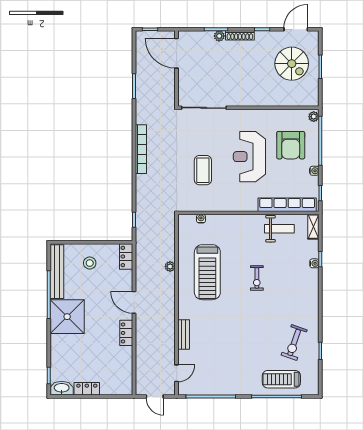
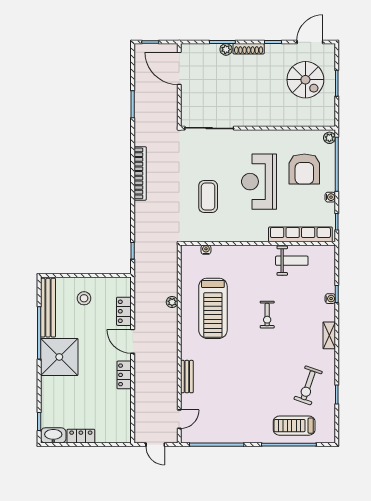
shelving: (313, 227) -> (329, 335), moved
locker: (126, 256) -> (124, 311), moved

